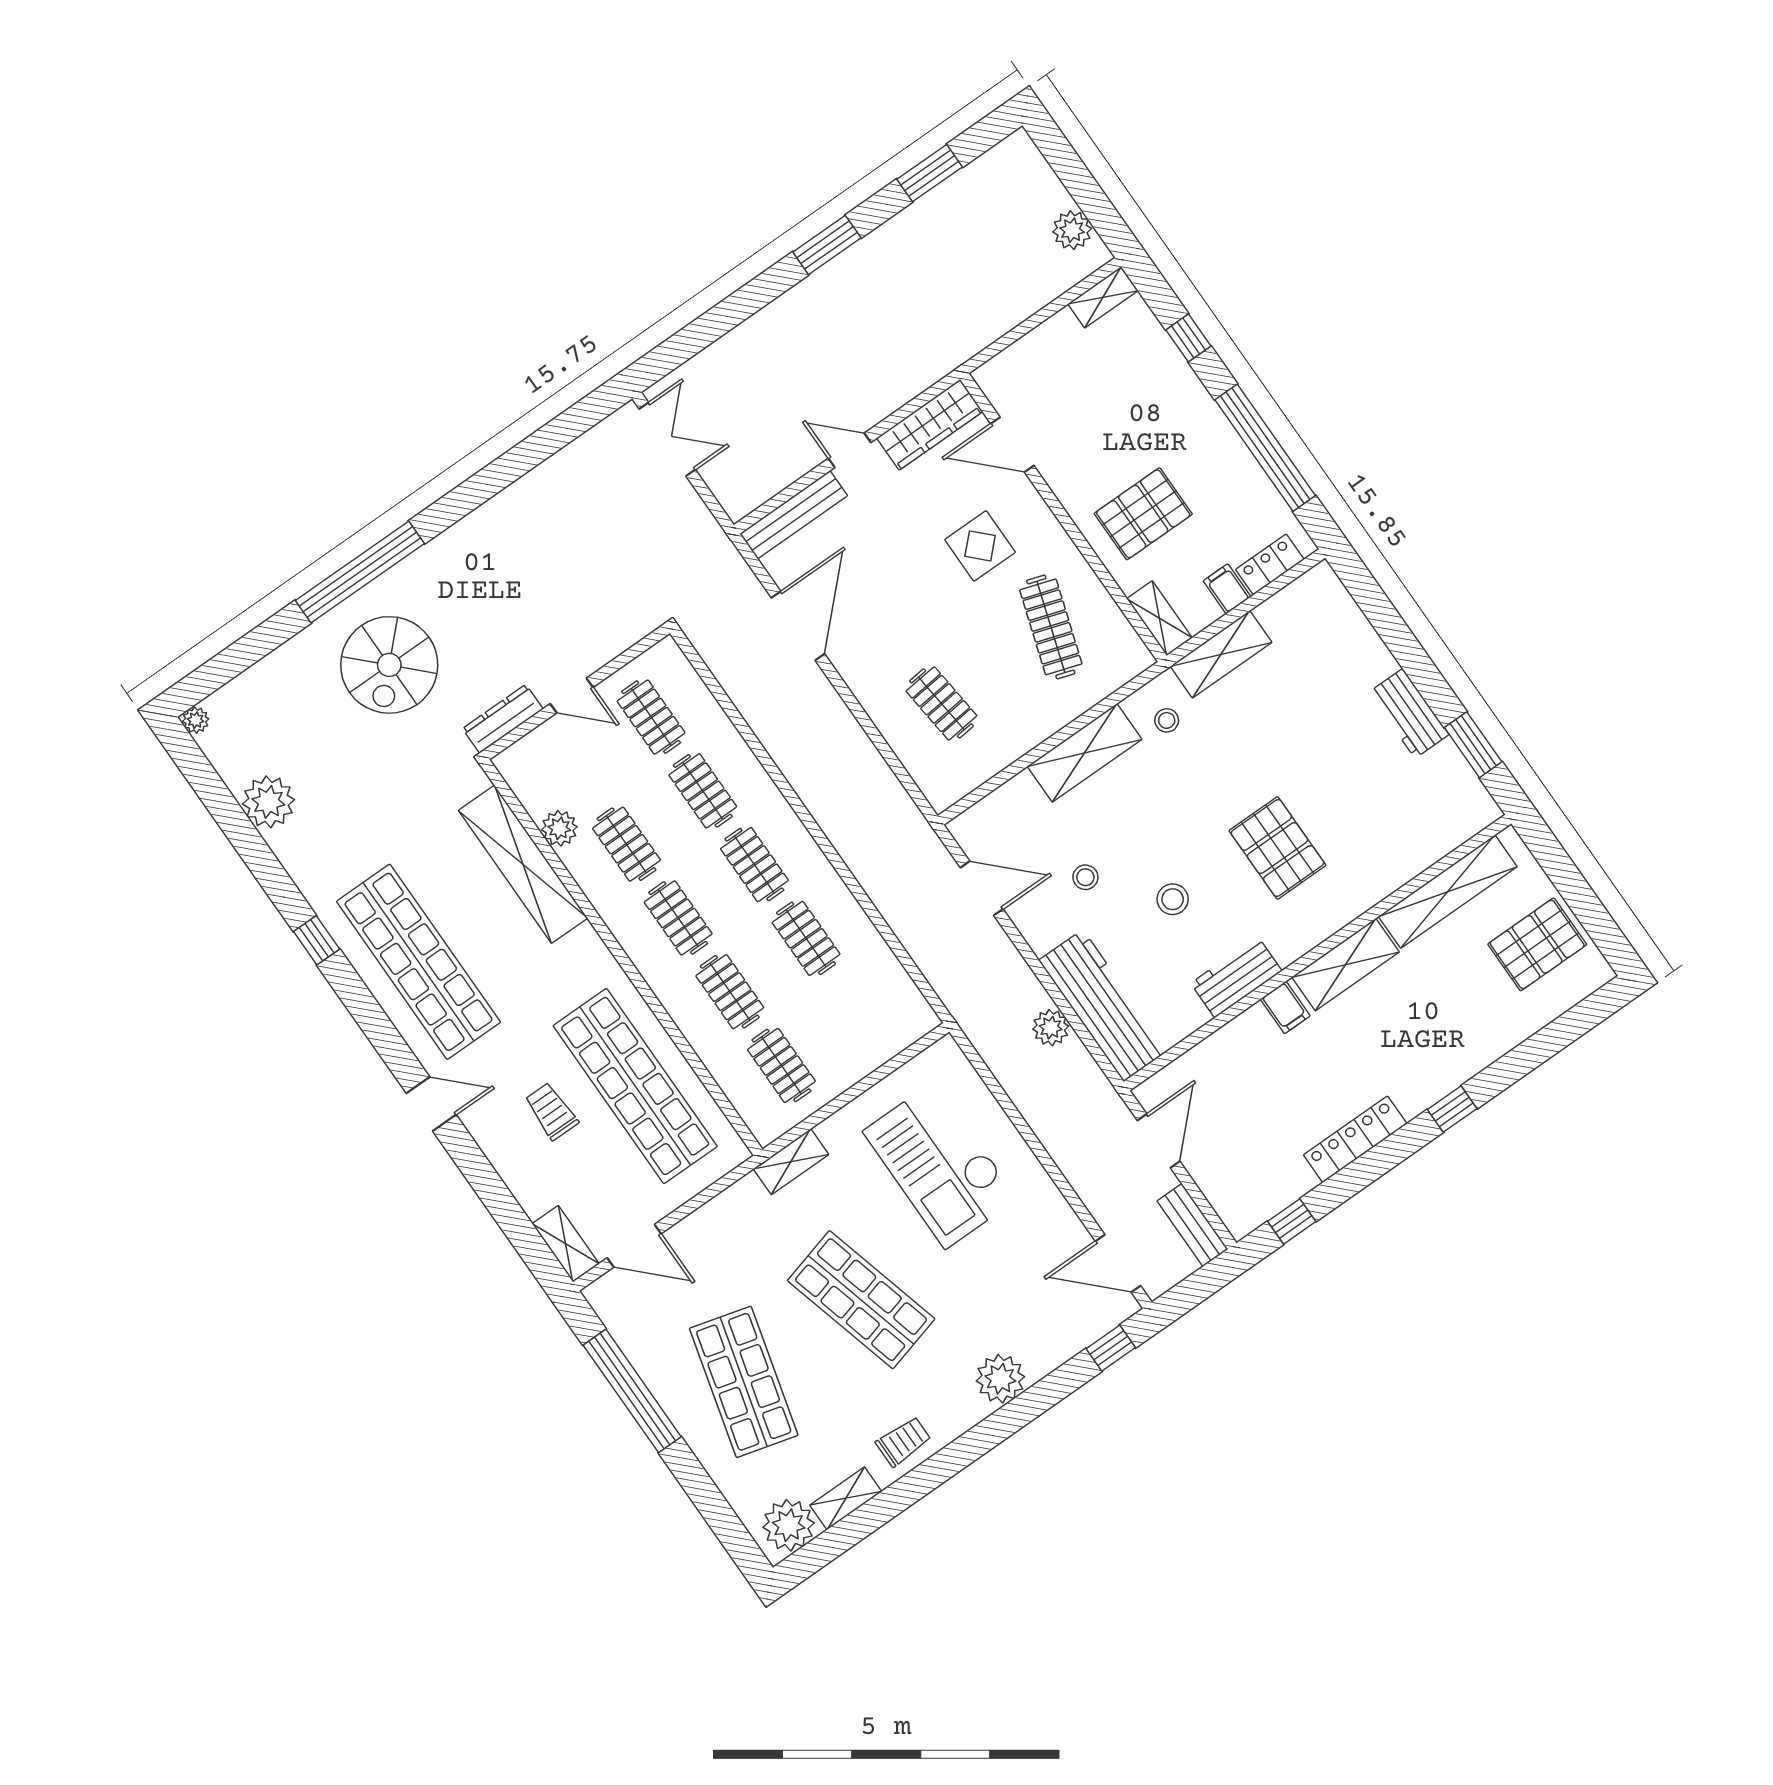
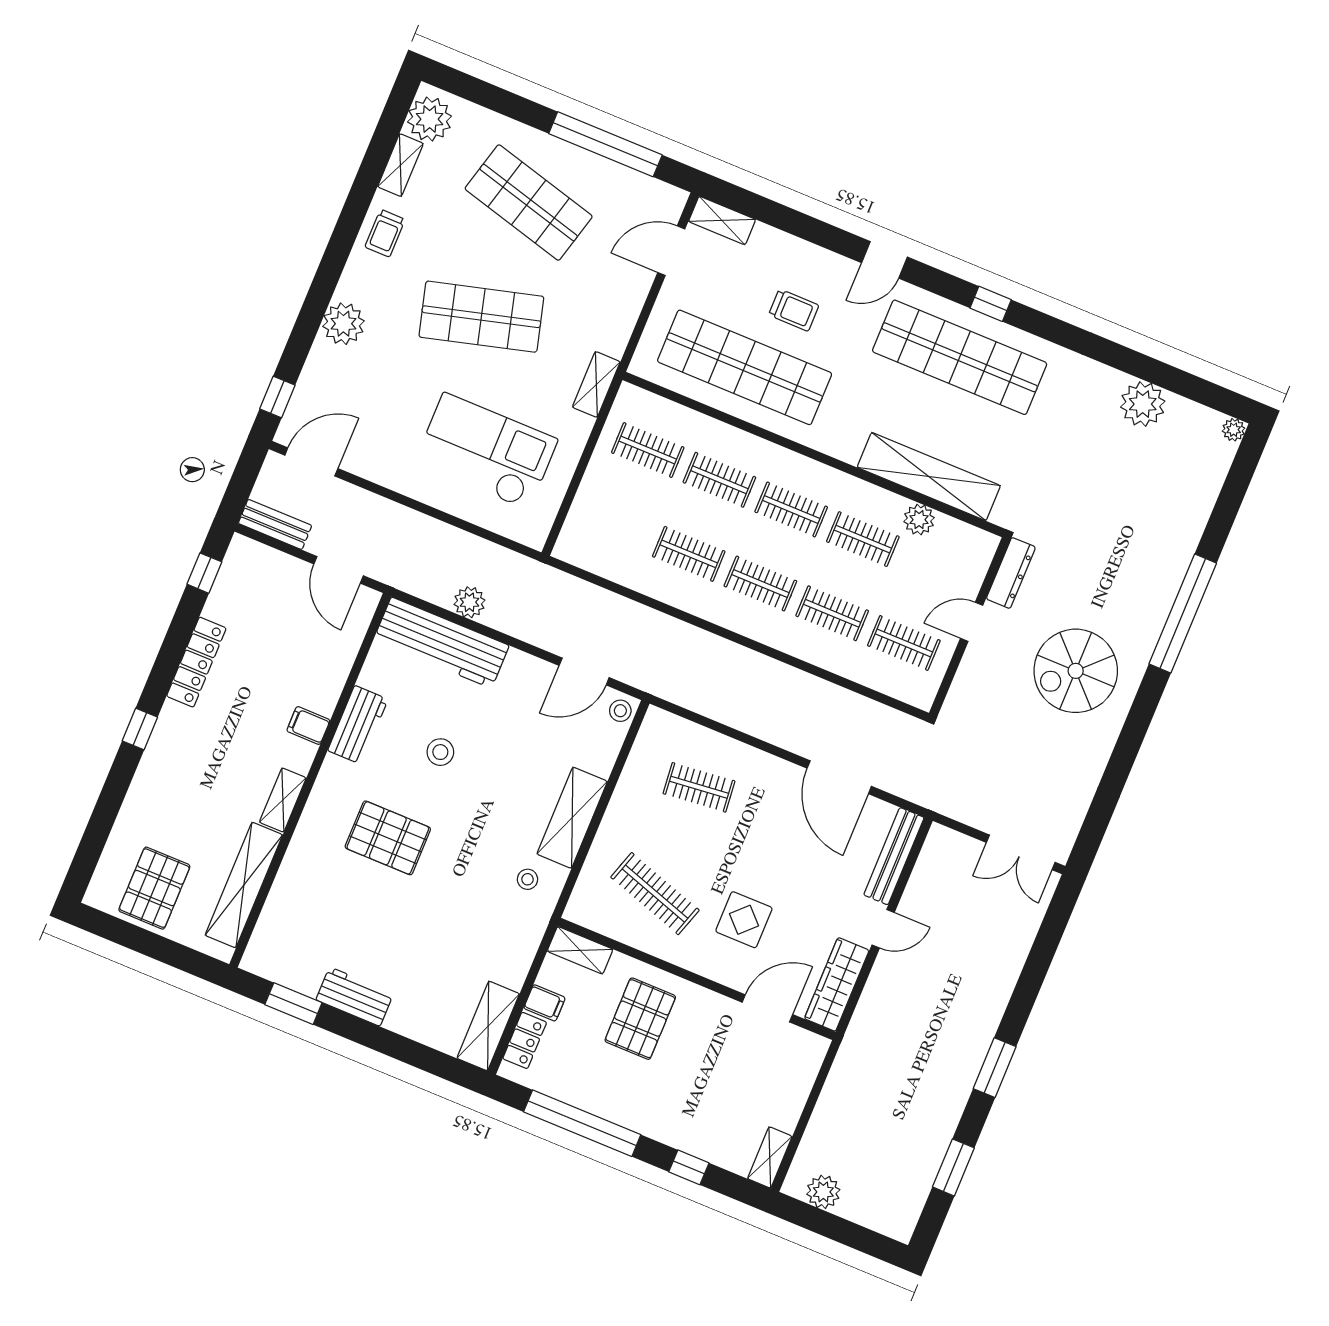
shelving: (1221, 654) -> (488, 1026), moved
spiral stairs: (389, 665) -> (1076, 671), moved, turned -90
stool: (1085, 877) -> (620, 711), moved
window: (317, 940) -> (991, 304), moved
shelving: (1345, 965) -> (283, 800), width x0.67, depth x0.75

